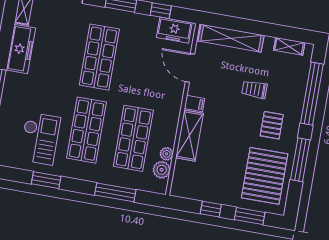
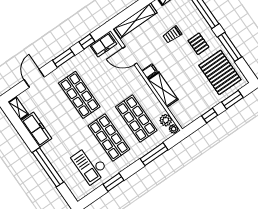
checkout: (40, 139) -> (90, 165), turned 180
plant: (167, 154) -> (174, 129), moved

